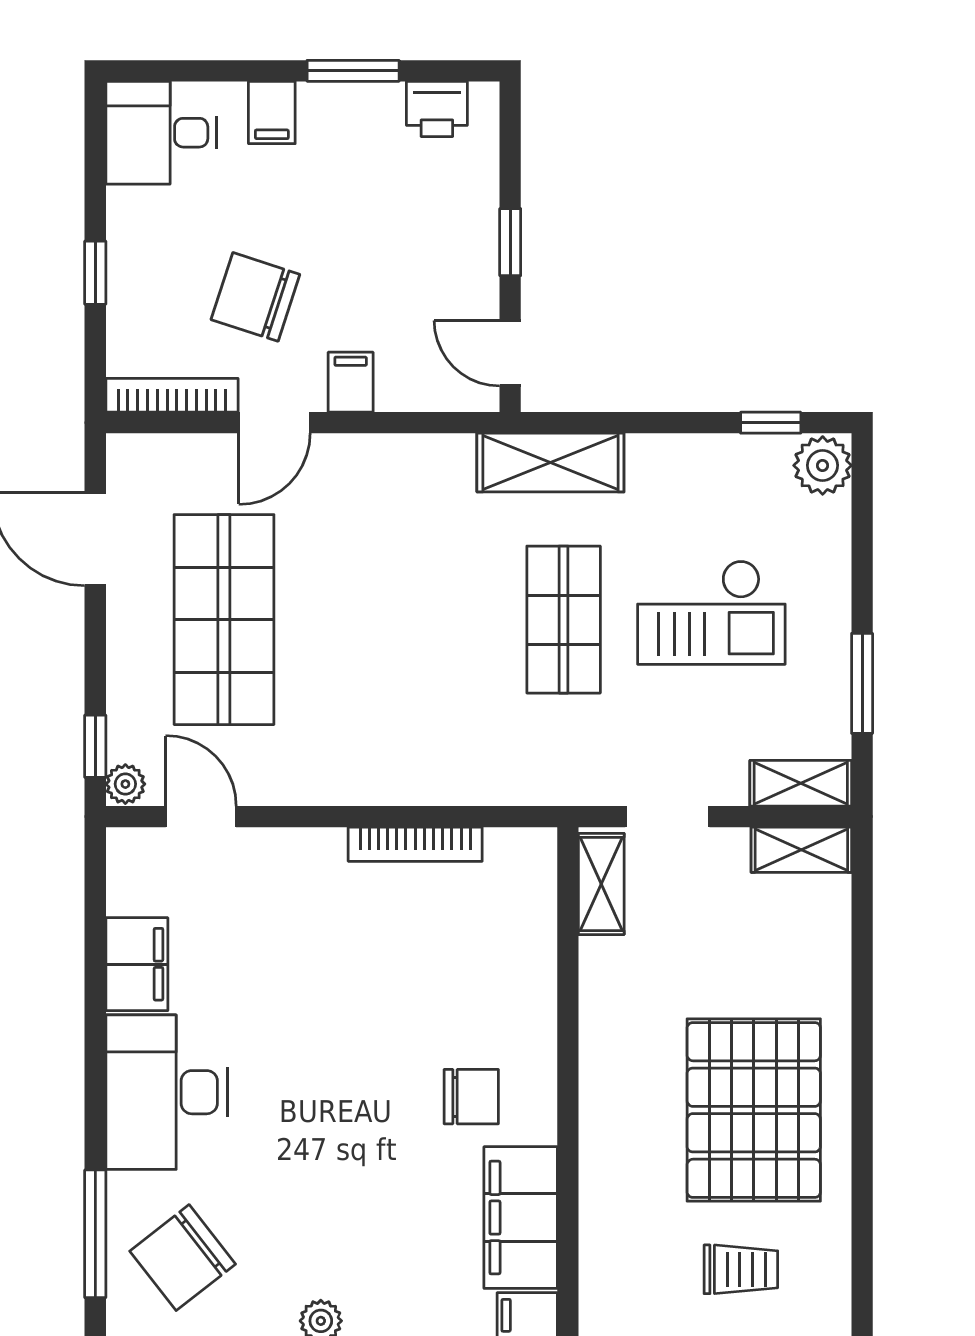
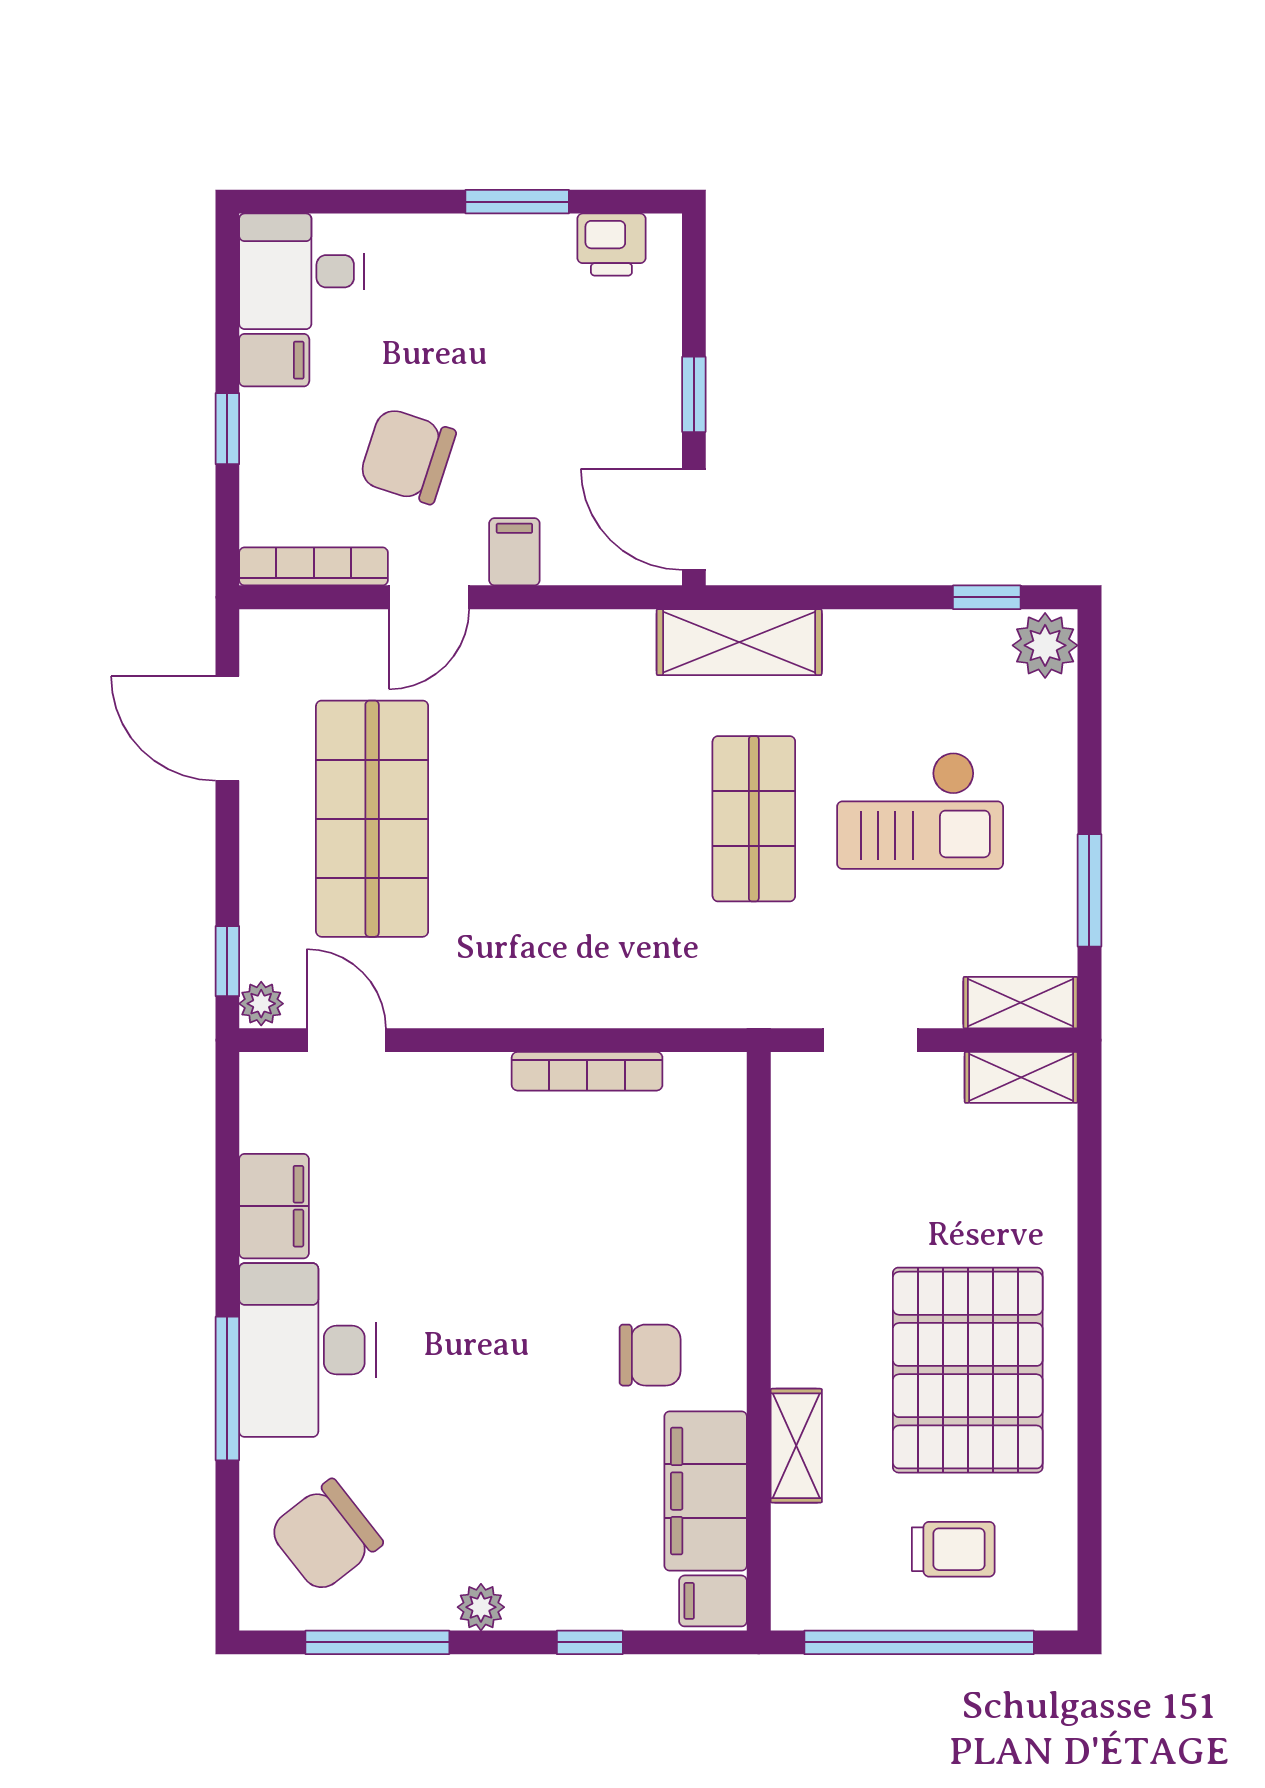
filing cabinet: (272, 112) -> (274, 360), moved, turned -90
door: (510, 353) -> (694, 519), width x1.38
shelving: (601, 884) -> (796, 1446), moved
window: (95, 1234) -> (227, 1388), moved

